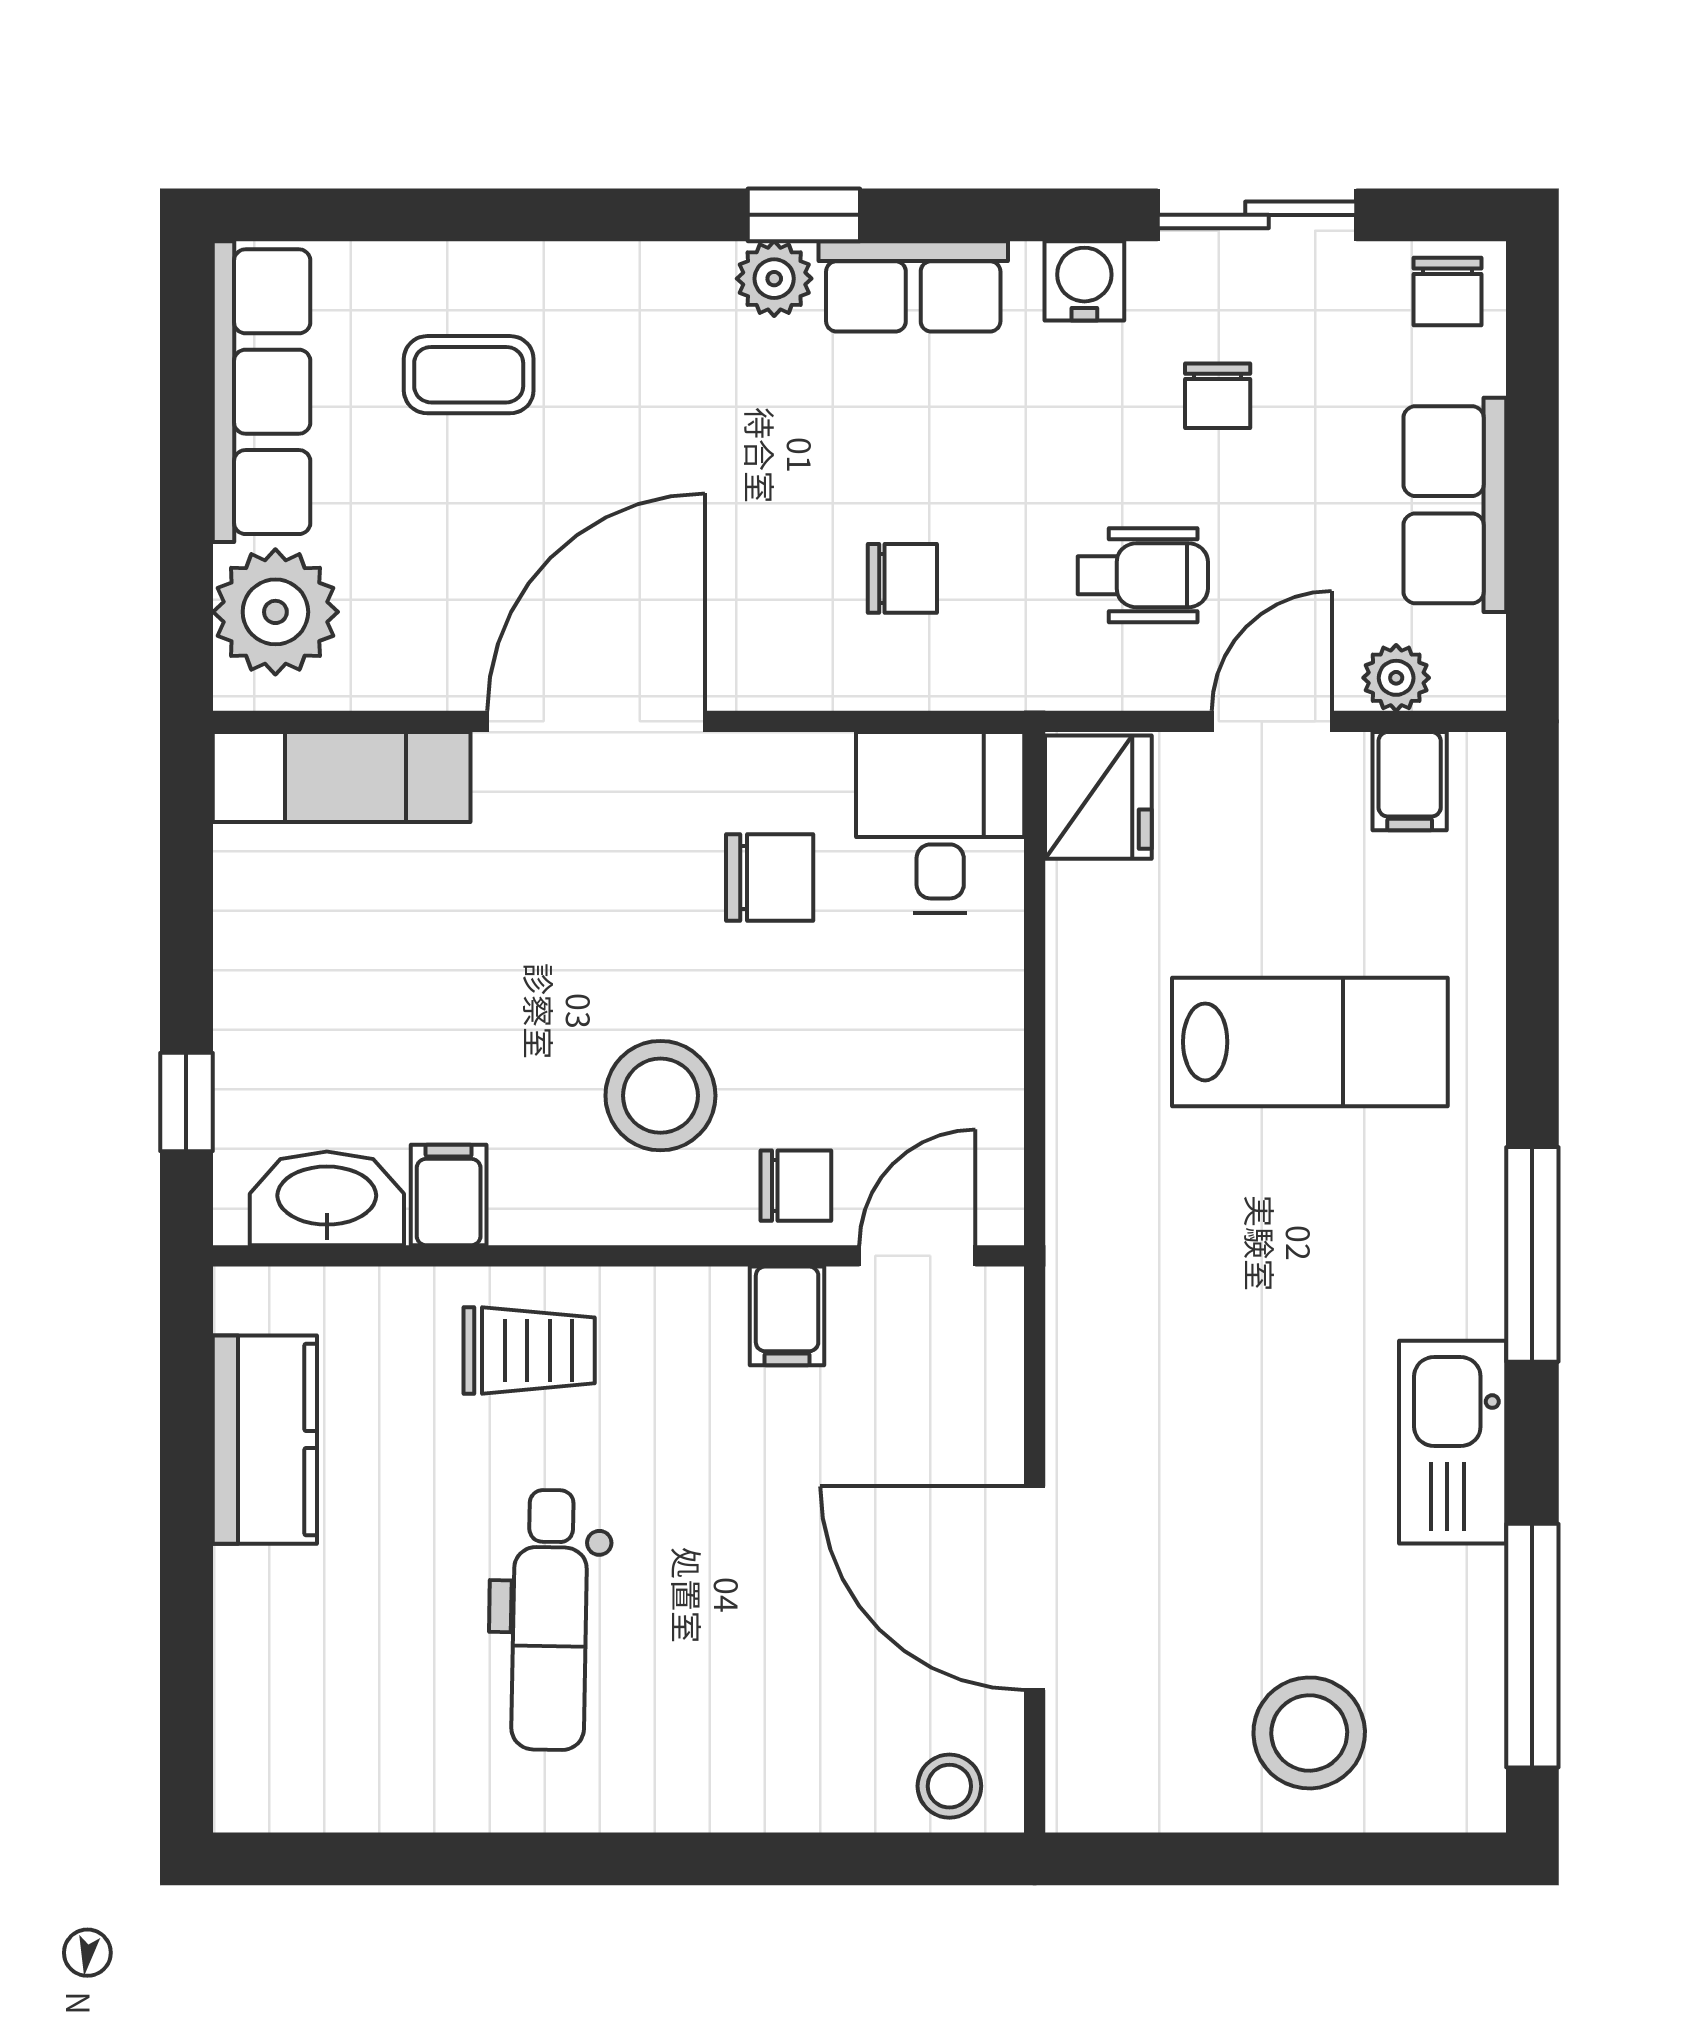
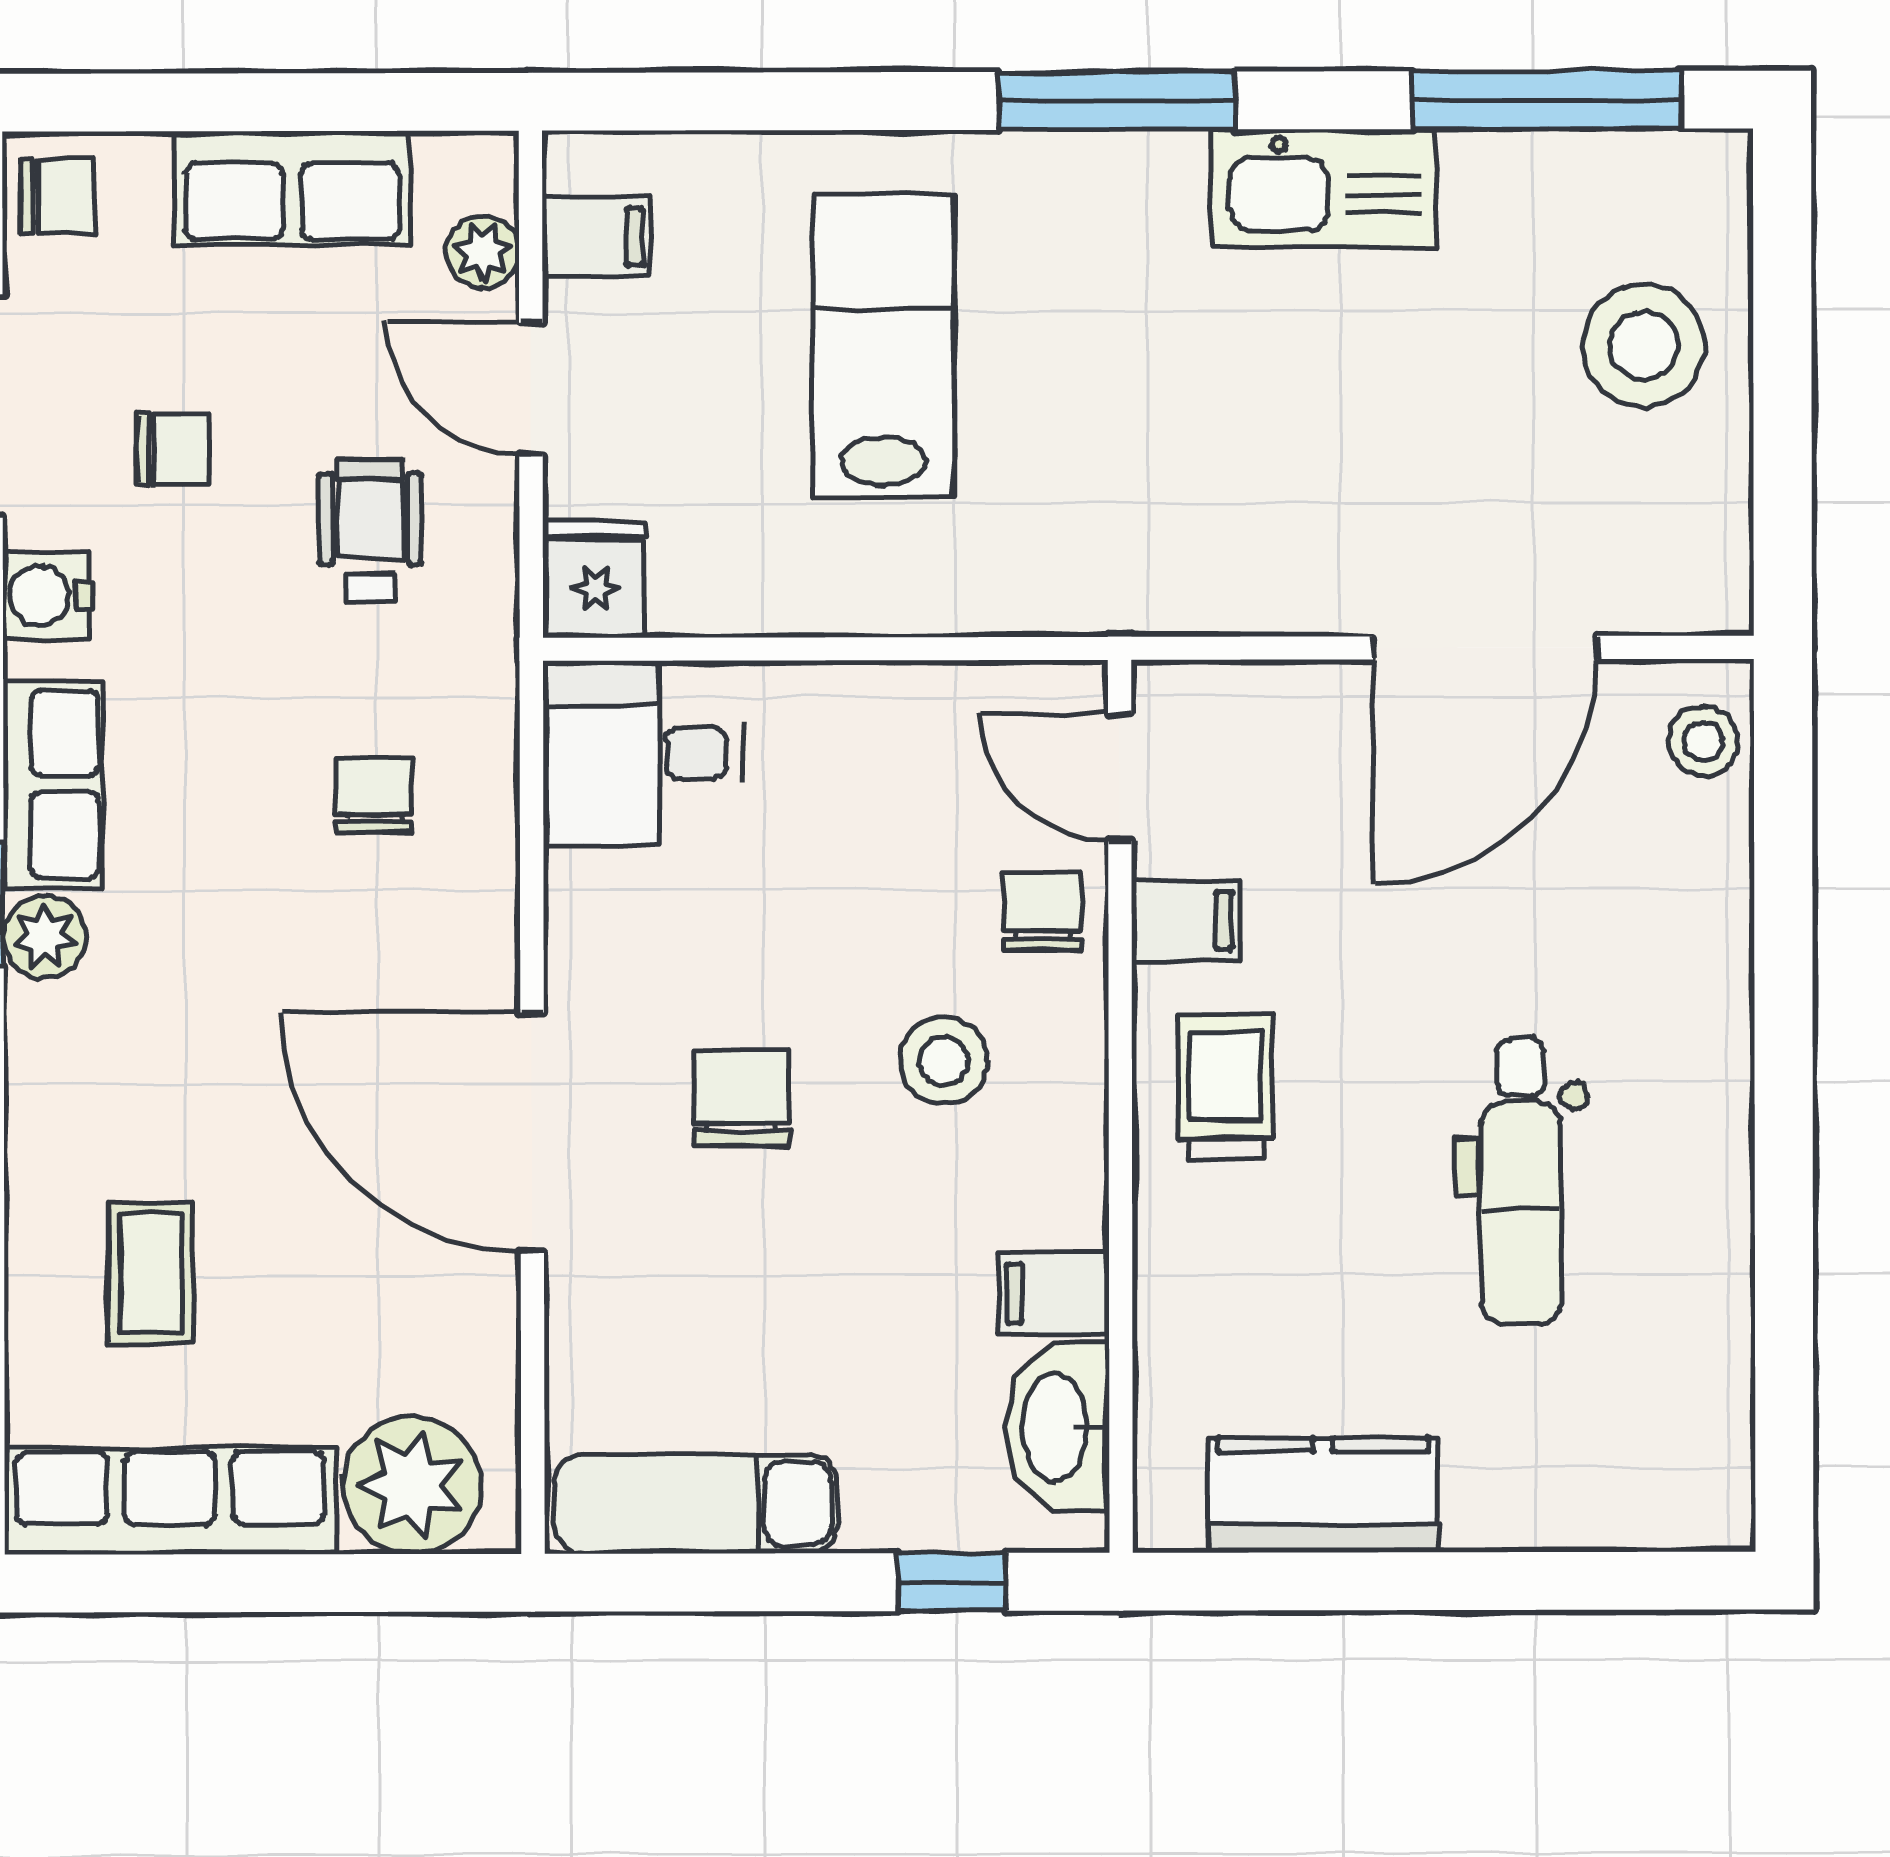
exam couch: (342, 777) -> (696, 1504), moved, turned -90
fridge: (1098, 797) -> (596, 579), width x0.72
chair: (770, 877) -> (741, 1099), moved
stool: (660, 1096) -> (944, 1060), width x0.73, depth x0.73
trolley: (529, 1350) -> (1225, 1086), moved
dental chair: (550, 1620) -> (1521, 1181), turned 89

